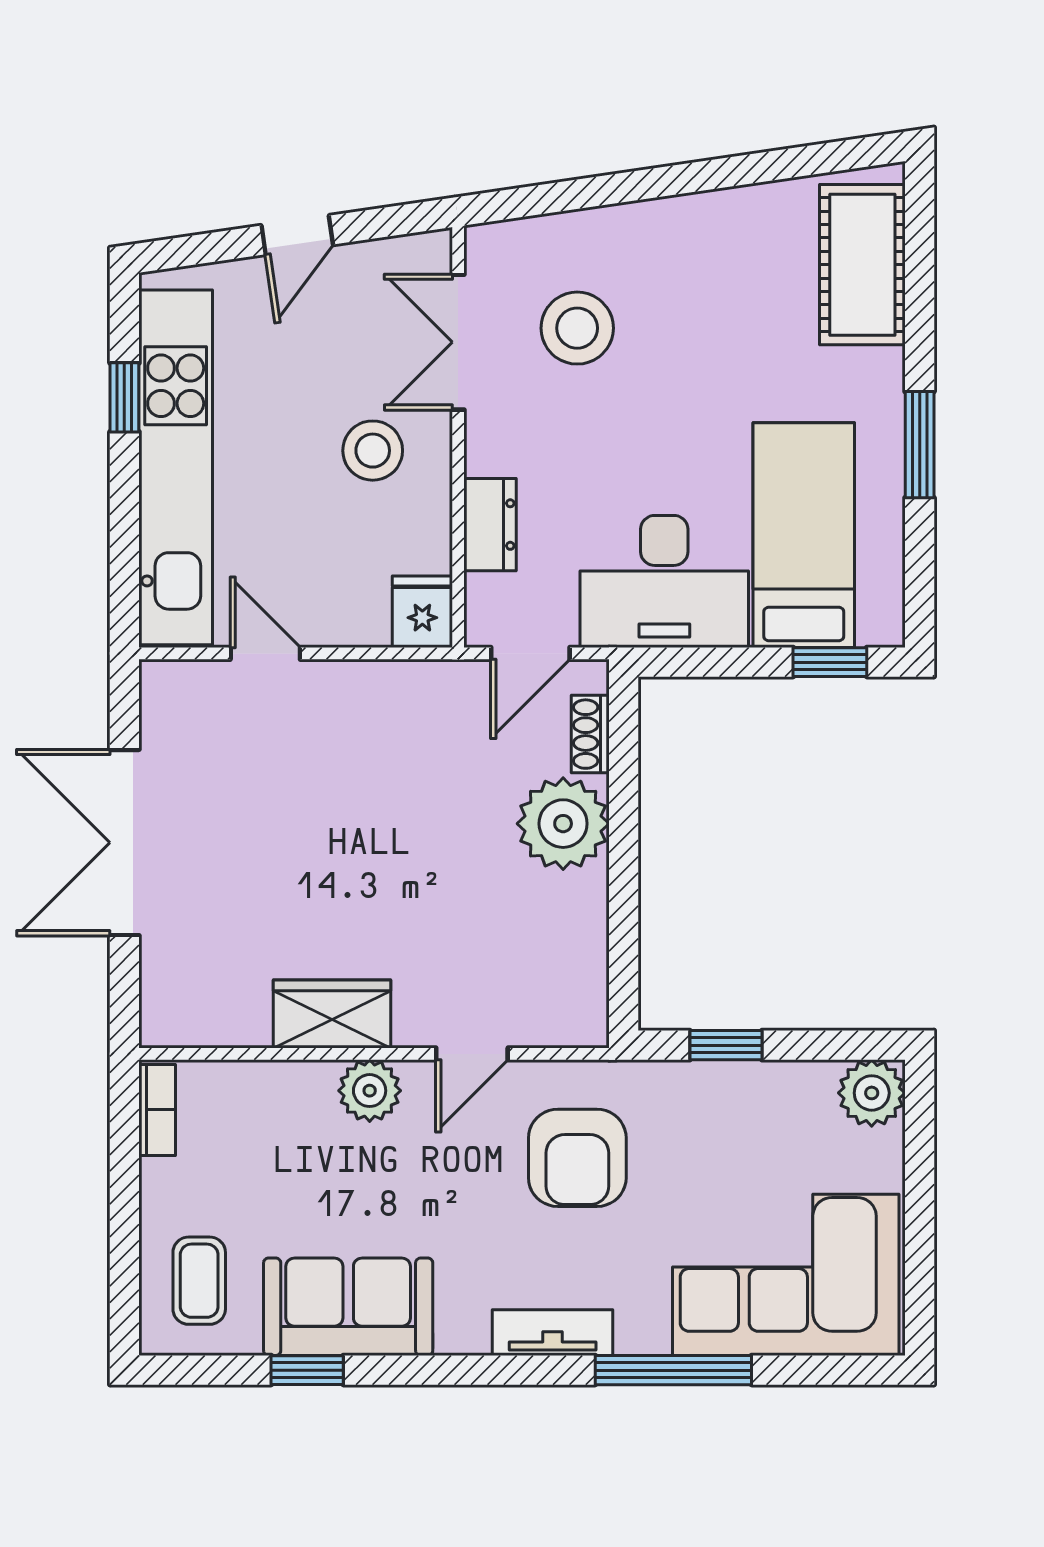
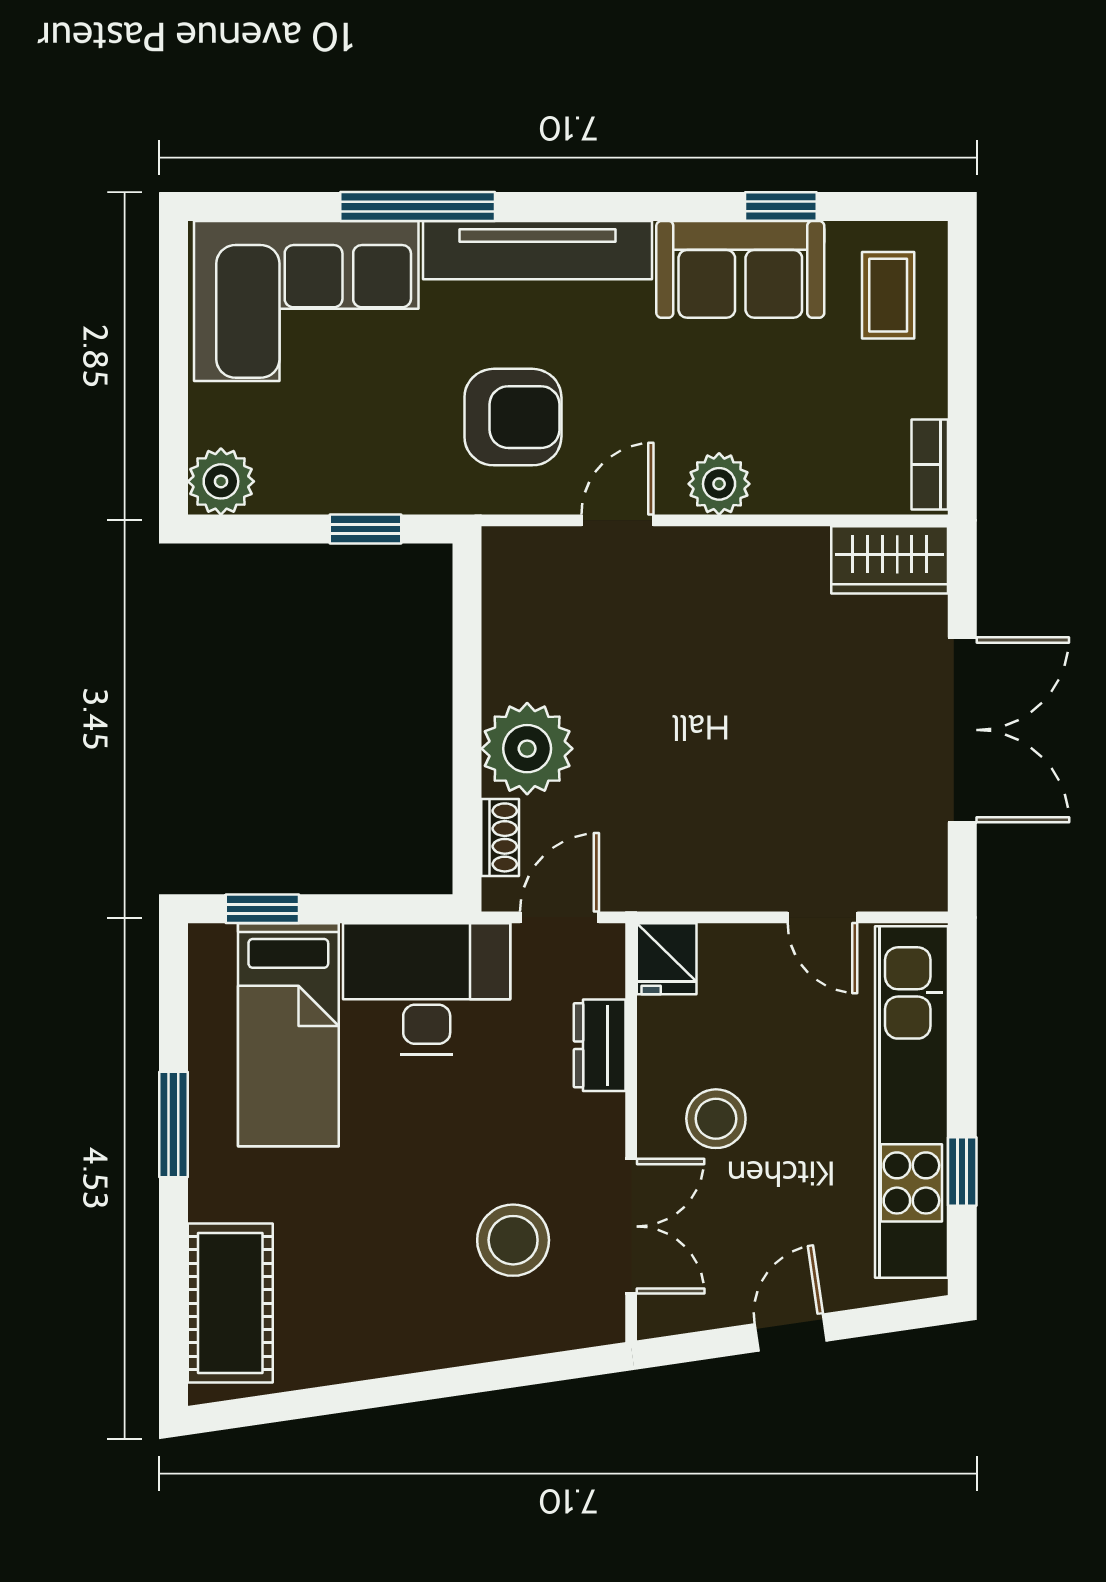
wardrobe: (332, 1014) -> (890, 560), moved
armchair: (577, 1158) -> (513, 417), turned 90
tv unit: (553, 1333) -> (537, 250), width x1.92, depth x1.29

